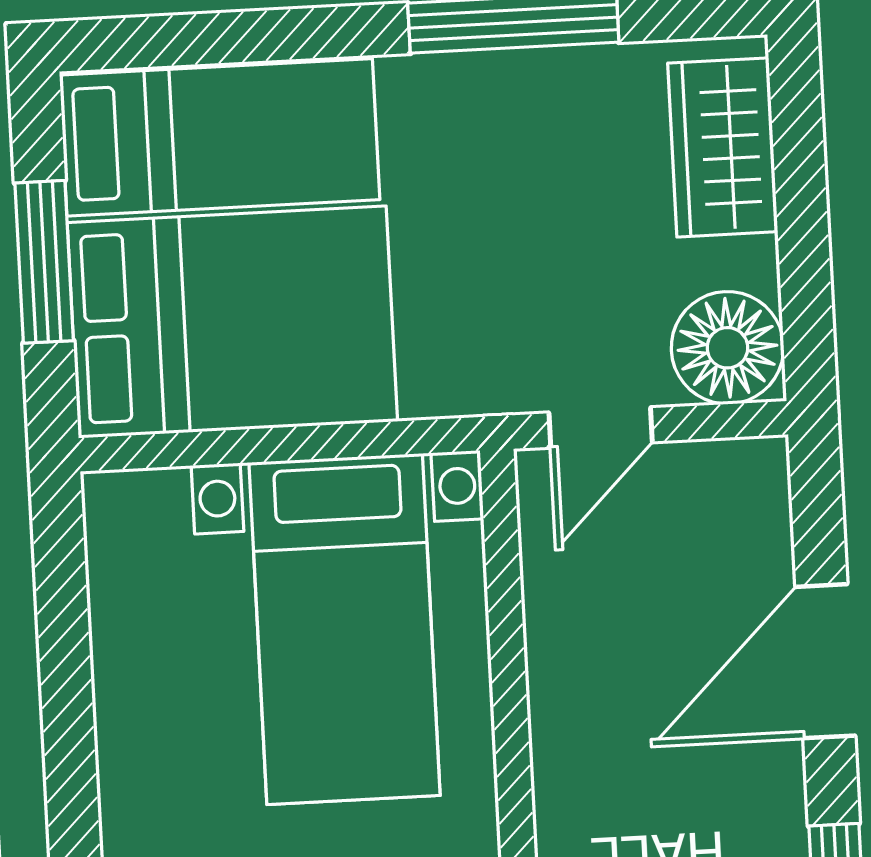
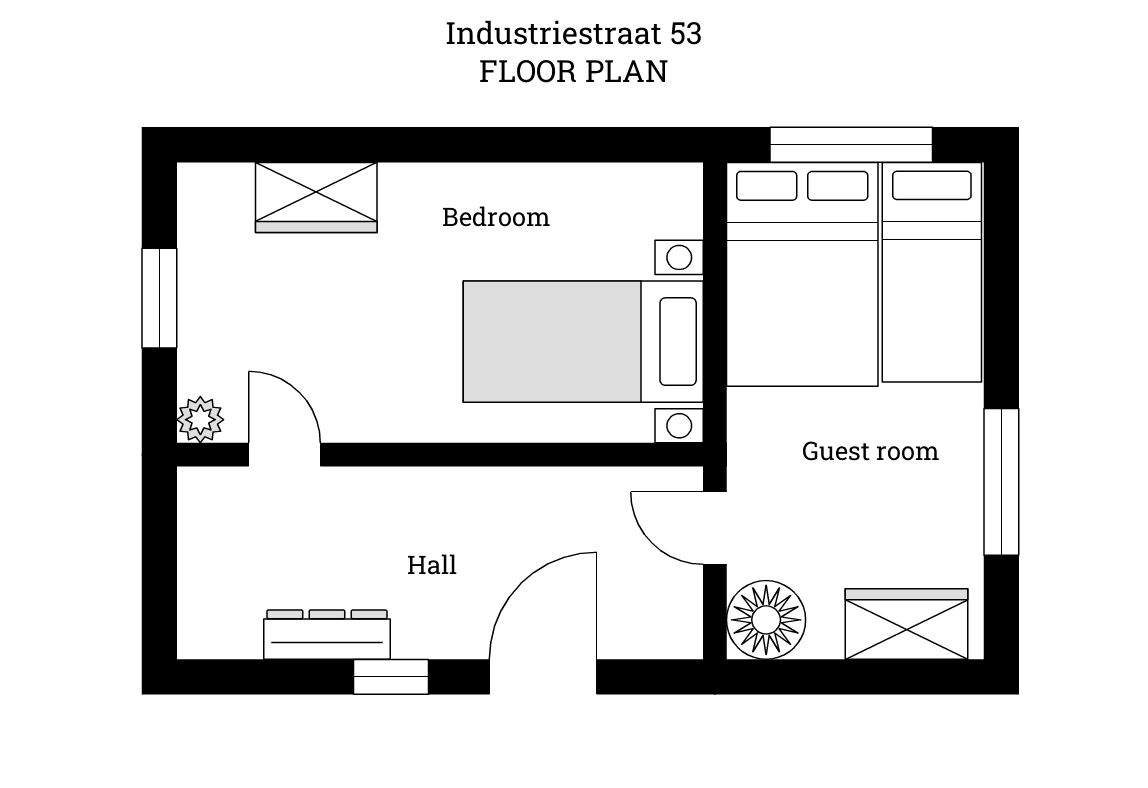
window: (44, 262) -> (851, 145), width x1.44
door: (825, 661) -> (543, 677), hinge flipped

